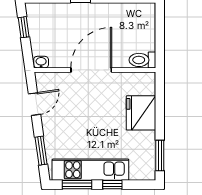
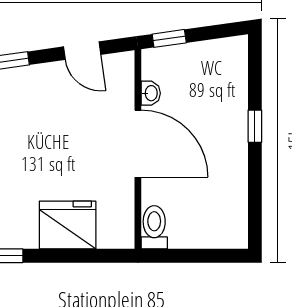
window: (24, 27) -> (169, 38), moved
washbasin: (41, 62) -> (151, 93), moved

